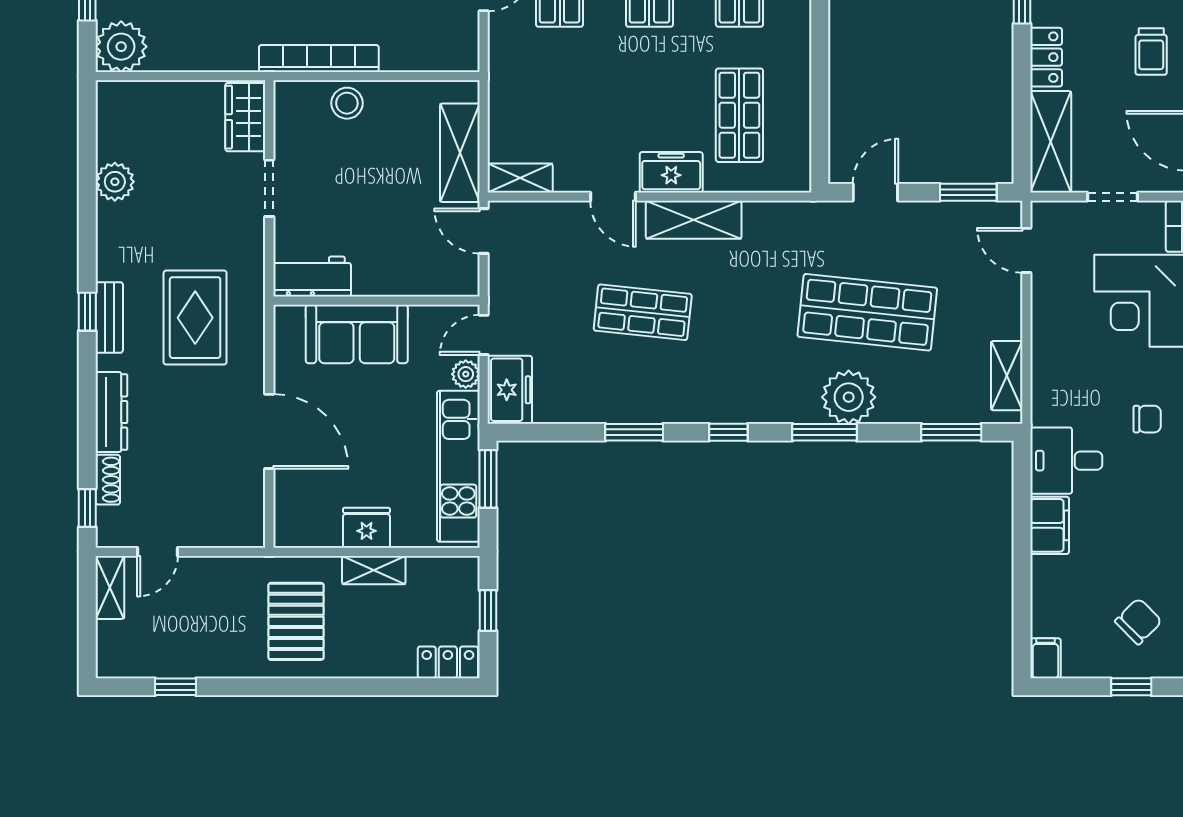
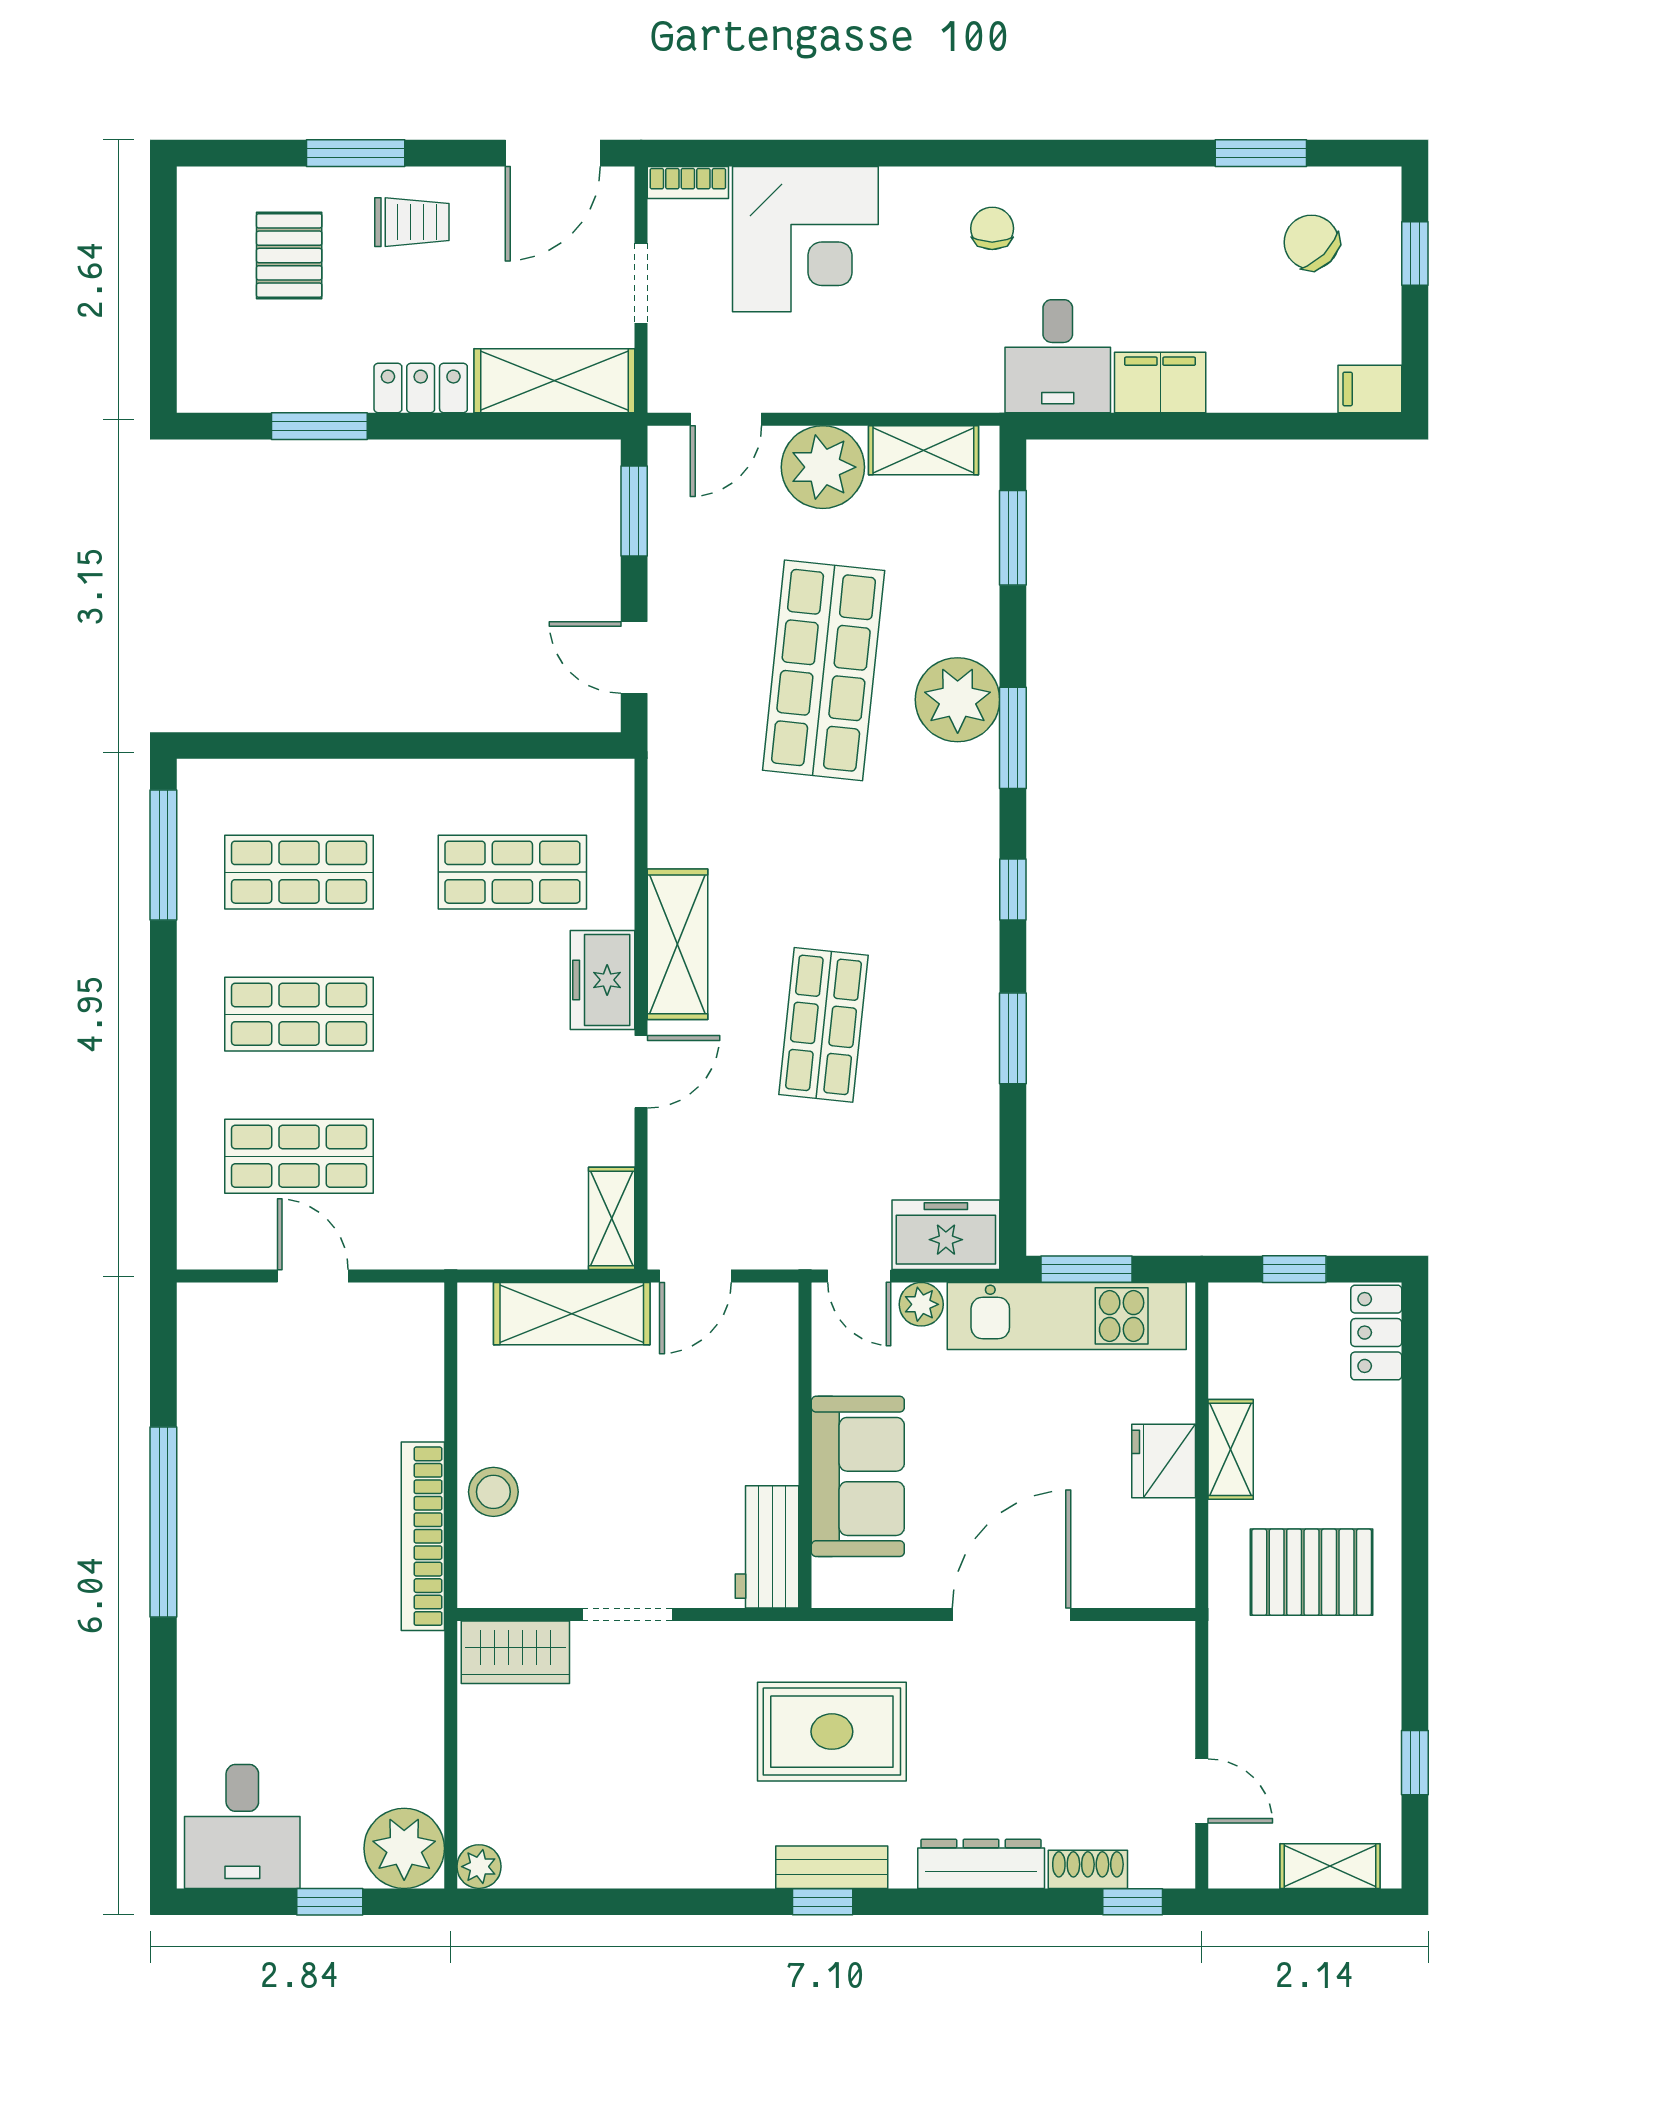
plant: (115, 182) -> (479, 1867), moved, width x0.73, depth x0.73
plant: (996, 312) -> (823, 467), added
shelving: (110, 587) -> (1330, 1866), moved

